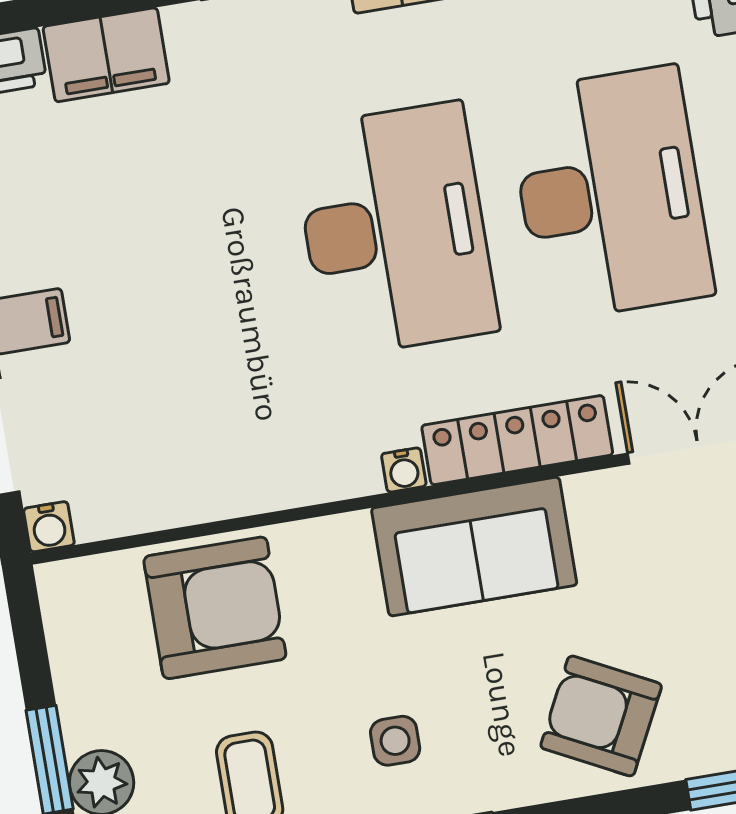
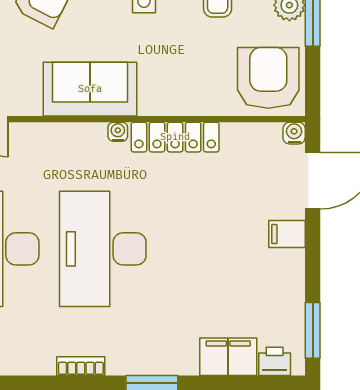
locker: (517, 440) -> (175, 137), moved
armchair: (215, 608) -> (268, 78), moved, turned 90

